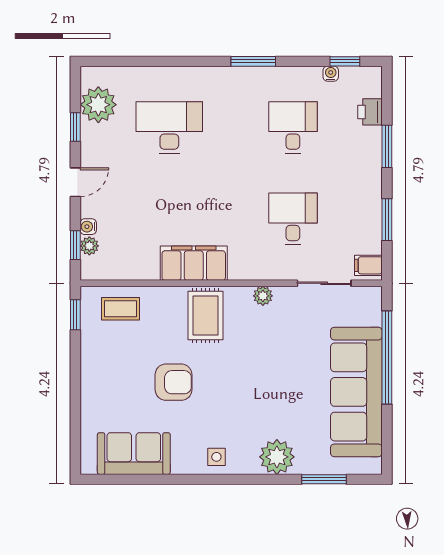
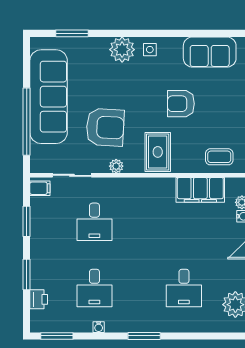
window: (253, 61) -> (144, 336), moved
window: (345, 61) -> (57, 336), width x1.50
water cooler: (331, 74) -> (99, 327), moved
desk: (169, 128) -> (184, 288), width x0.73
filing cabinet: (194, 263) -> (200, 190), moved
armchair: (278, 350) -> (105, 127), added
plant: (277, 457) -> (122, 50), moved

